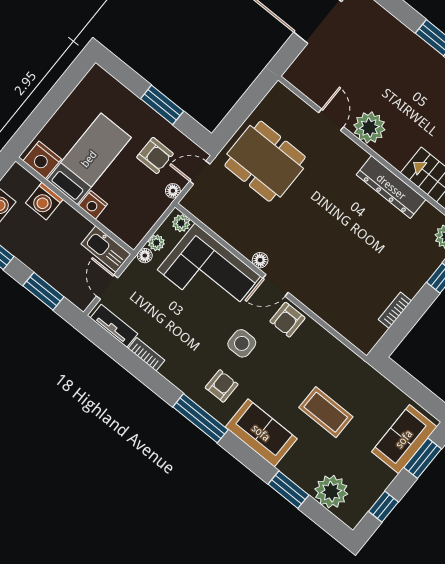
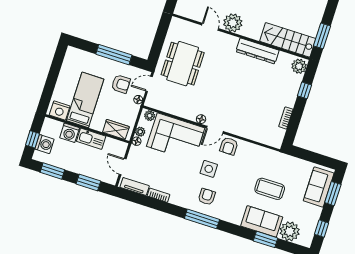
window: (162, 105) -> (114, 55), width x1.44
dining table: (265, 161) -> (183, 64), turned 90
nightstand: (93, 205) -> (97, 124), removed
wardrobe: (119, 224) -> (116, 129), added
kitchen sink: (106, 249) -> (91, 139), moved
sofa: (261, 433) -> (262, 221), moved

